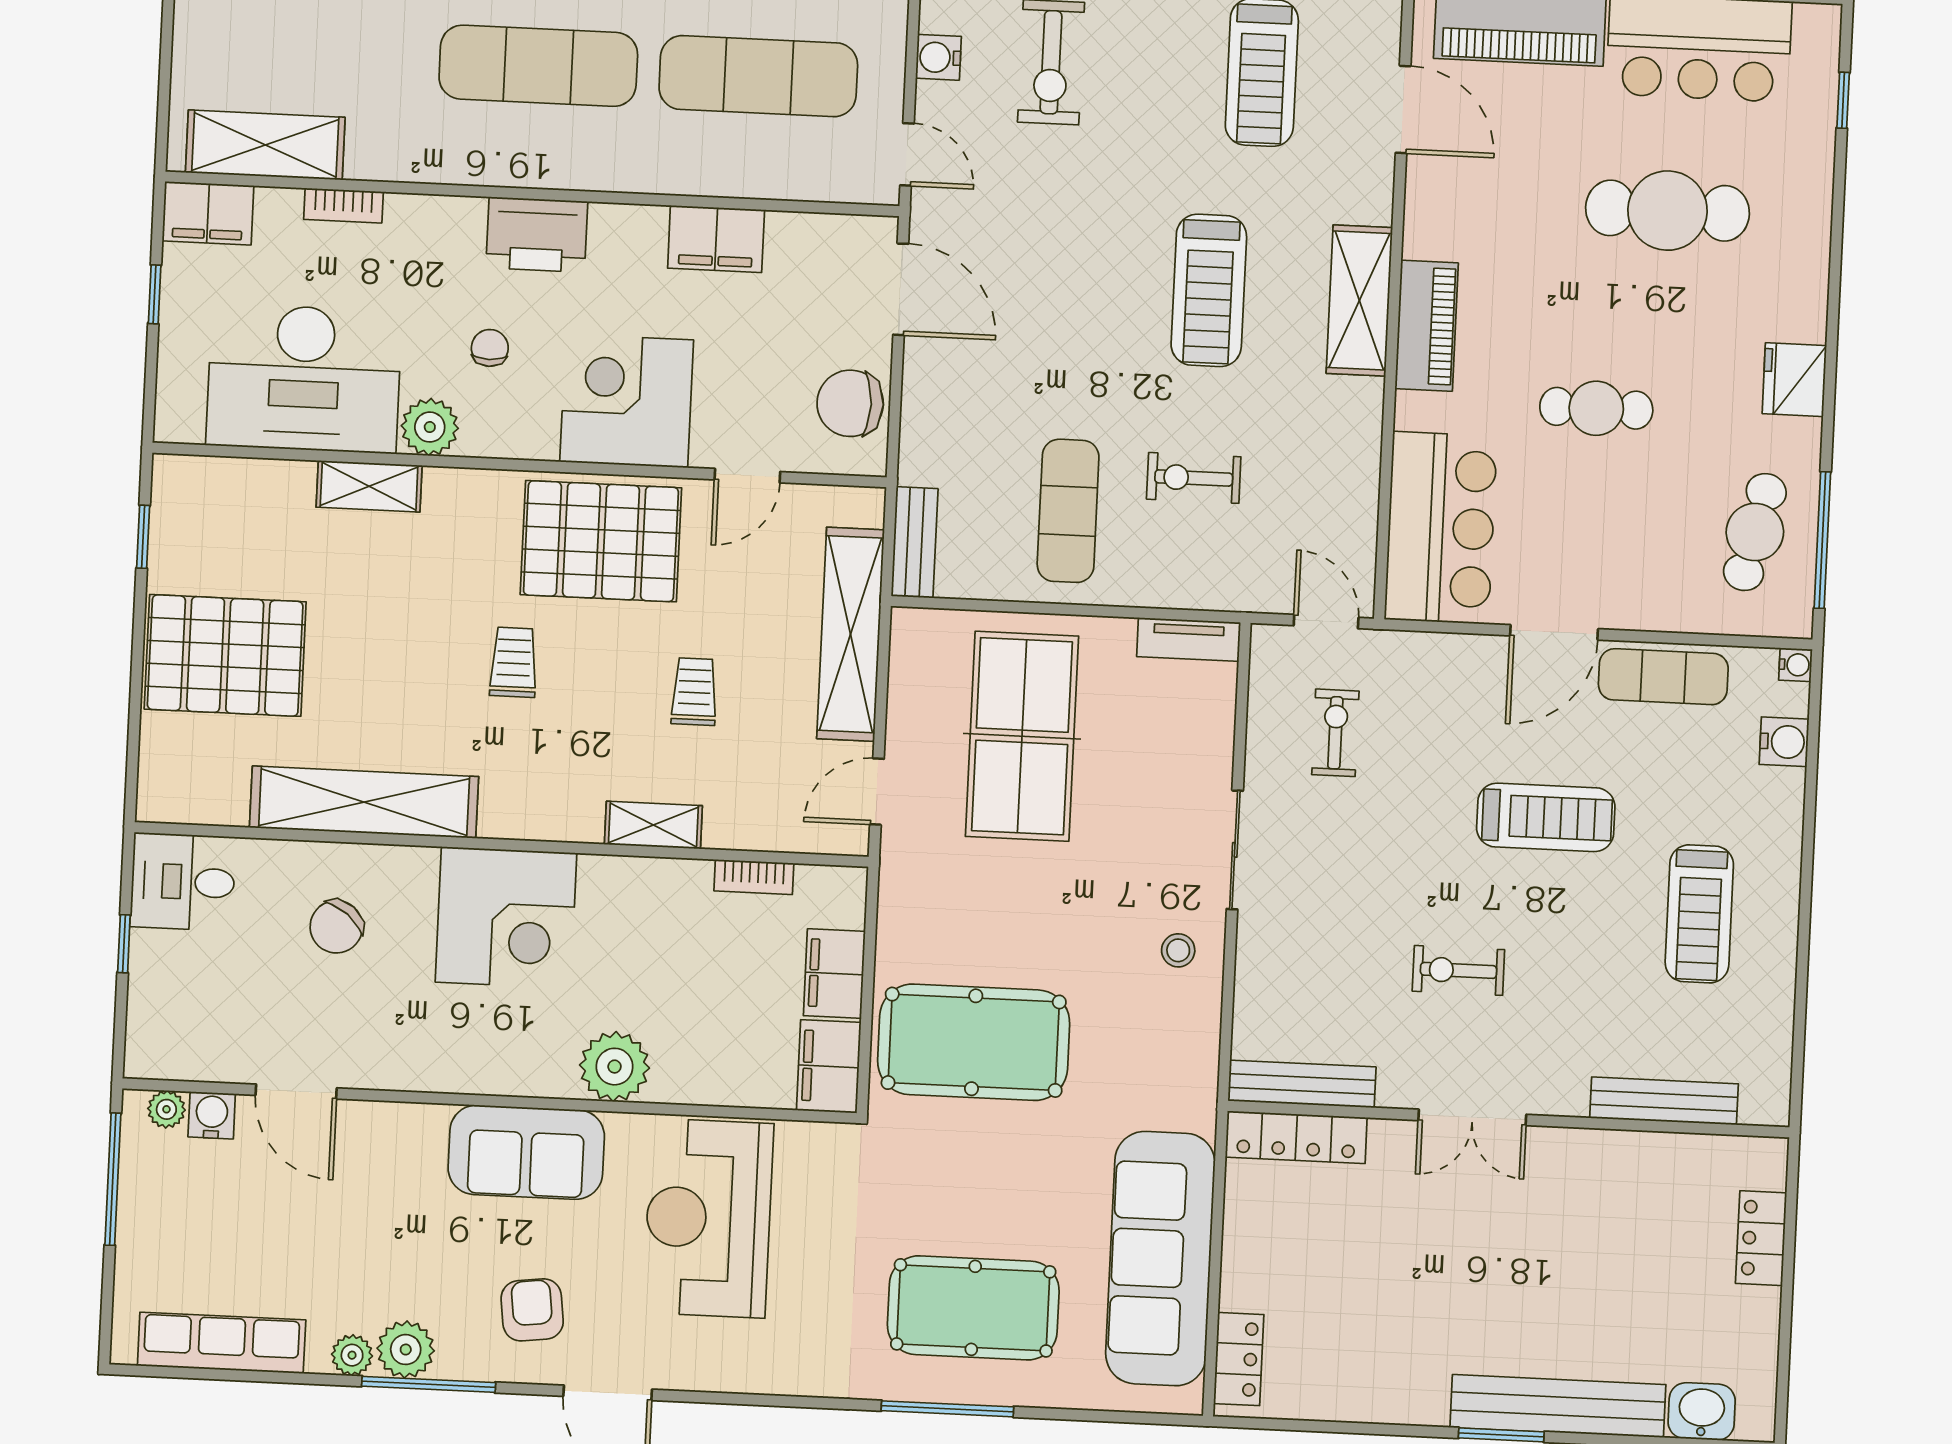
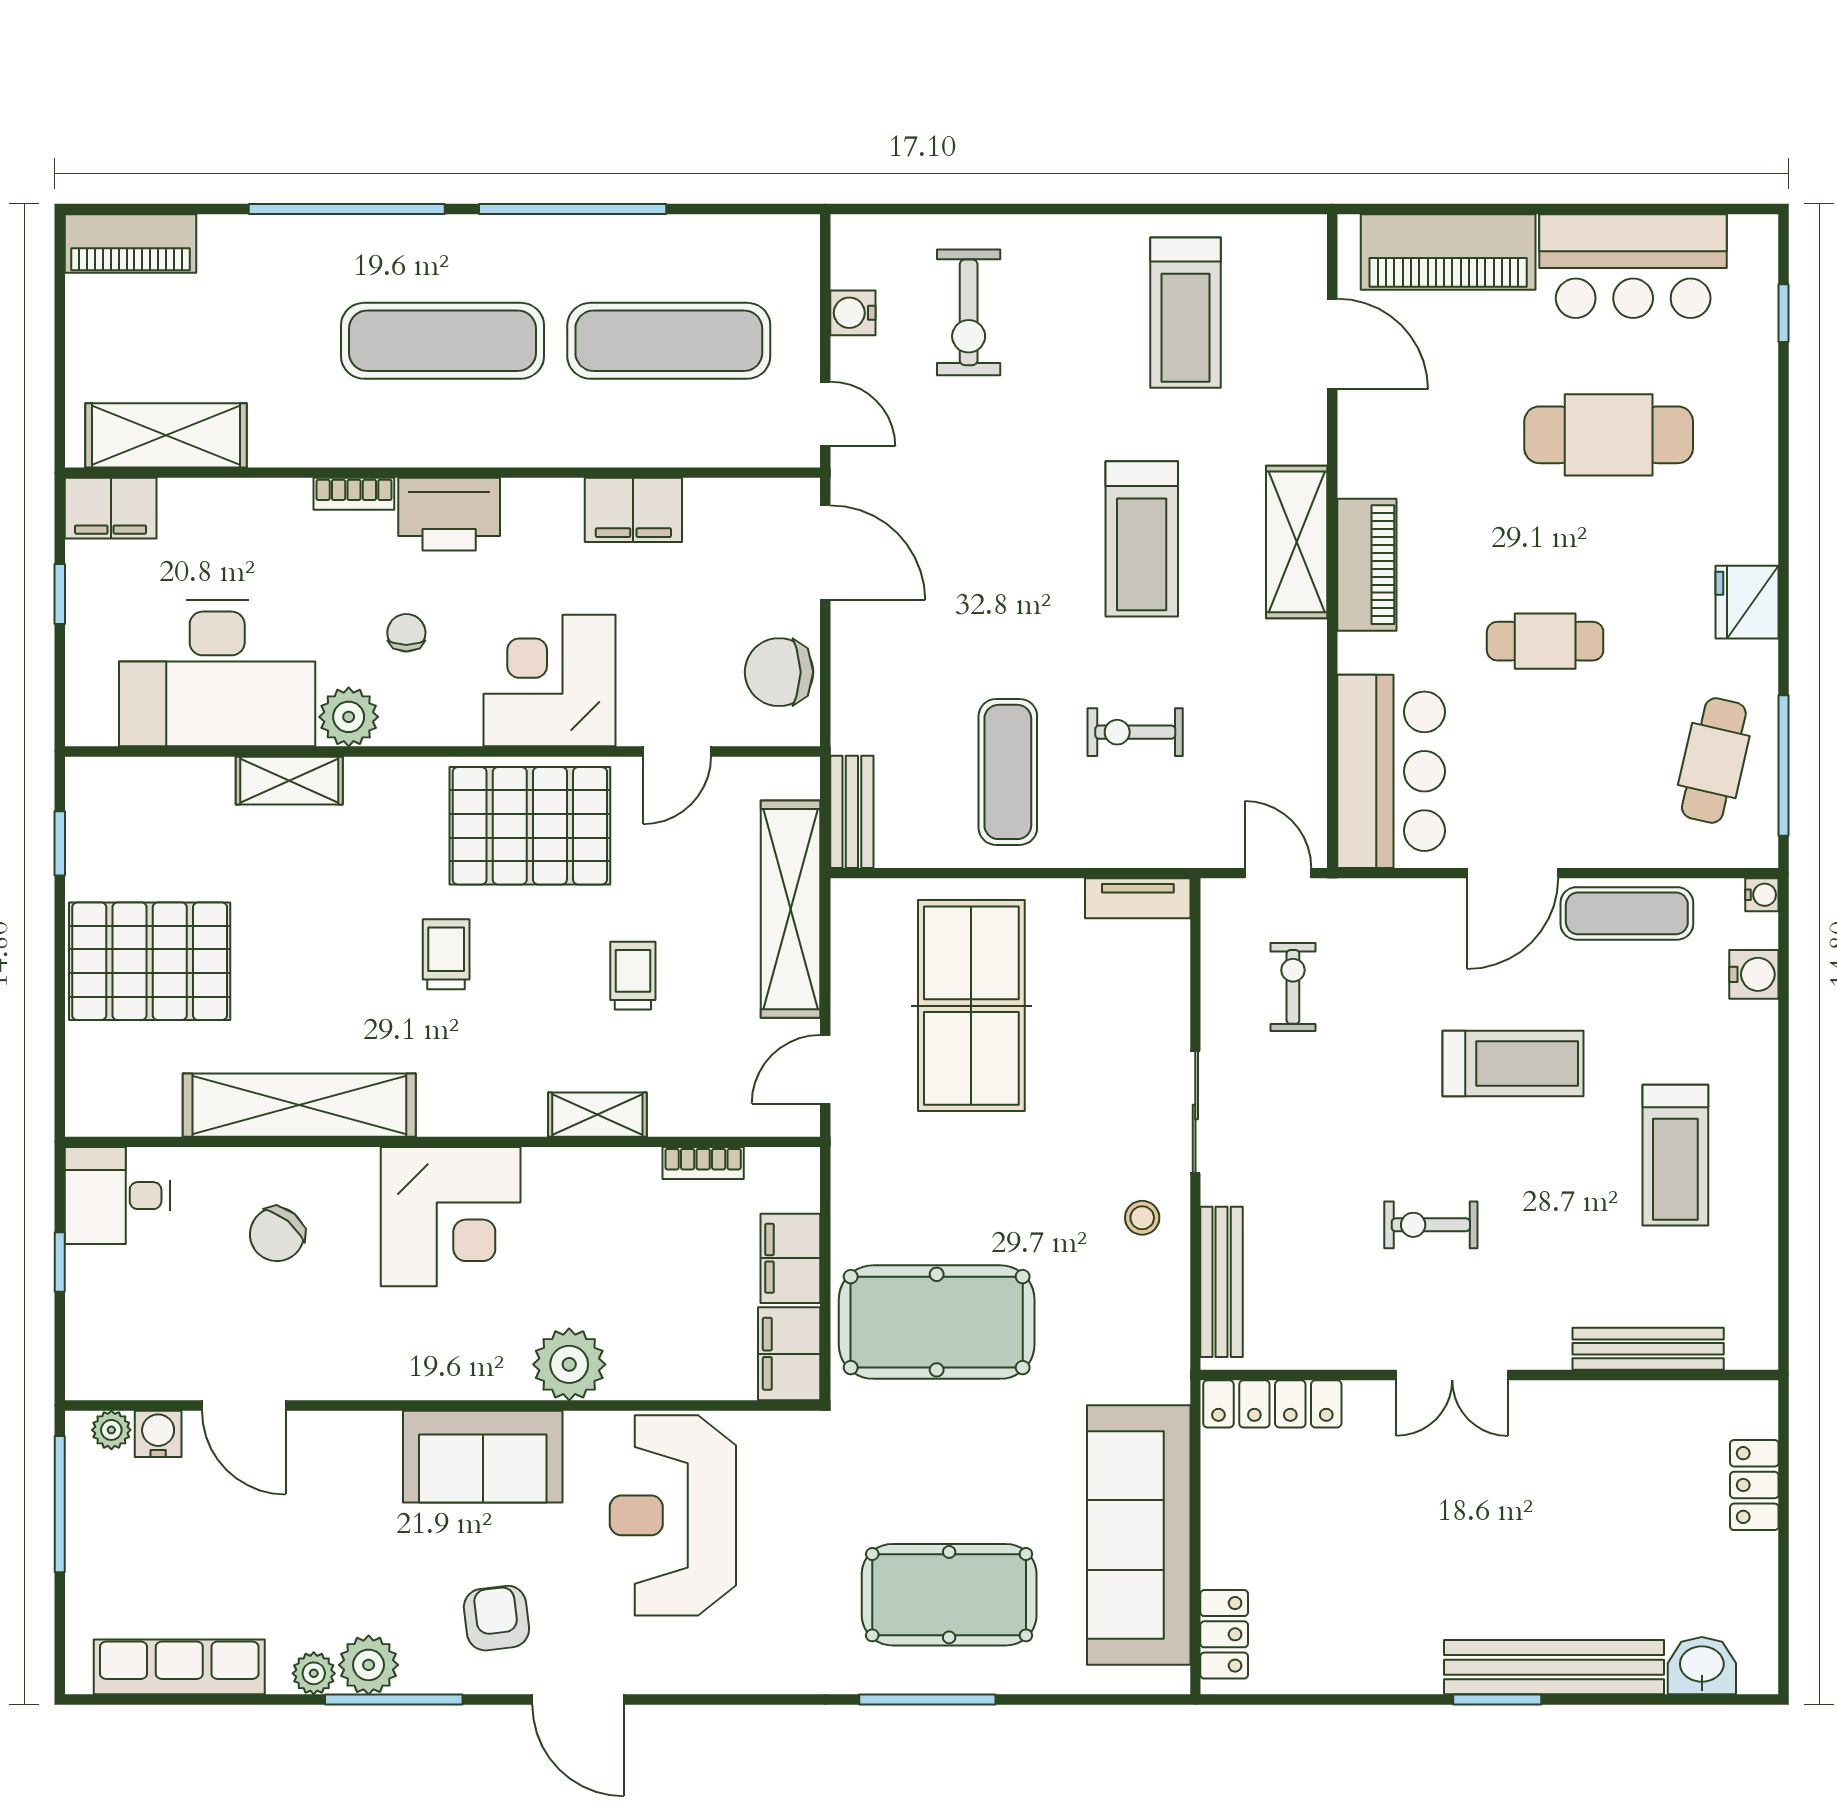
bookcase: (343, 206) -> (354, 494), moved
bench: (1302, 1084) -> (1222, 1282), moved, turned 90

